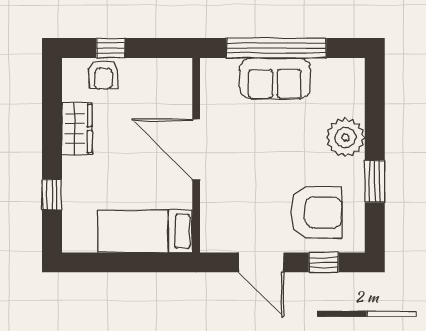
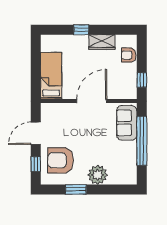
window: (110, 48) -> (142, 80), moved
sofa: (275, 78) -> (127, 123), moved
window: (52, 195) -> (81, 30), moved
armchair: (316, 212) -> (61, 160), turned 90

